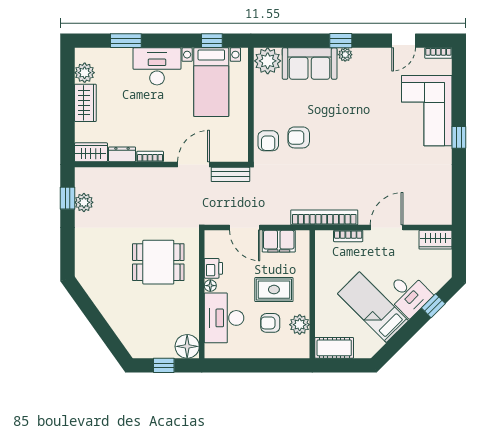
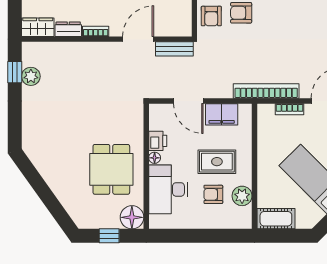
dining table: (158, 262) -> (111, 169), moved, turned 90

